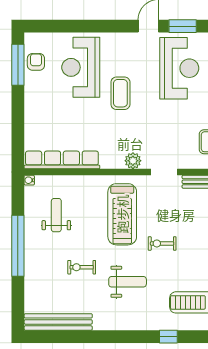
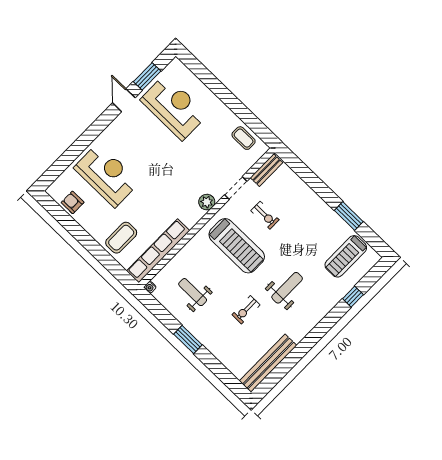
window: (18, 65) -> (62, 217), removed
reception desk: (81, 67) -> (107, 175), turned 180
coffee table: (120, 93) -> (121, 238), moved, turned 90
exercise bike: (162, 243) -> (265, 215), moved, turned -90
window: (18, 246) -> (188, 339), width x0.47

